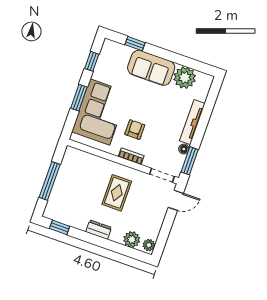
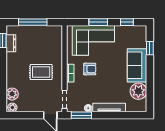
dresser: (99, 230) -> (11, 43), moved

